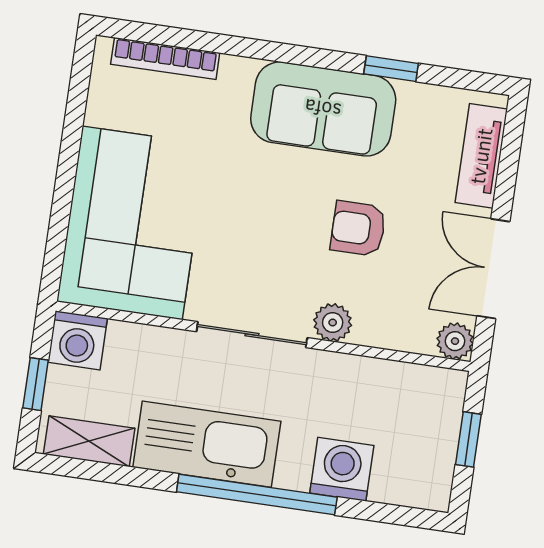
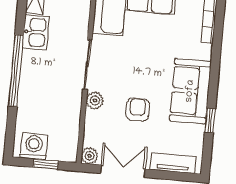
kitchen sink: (207, 444) -> (36, 32), width x0.53, depth x0.81
washing machine: (342, 469) -> (34, 146), moved, turned -90

